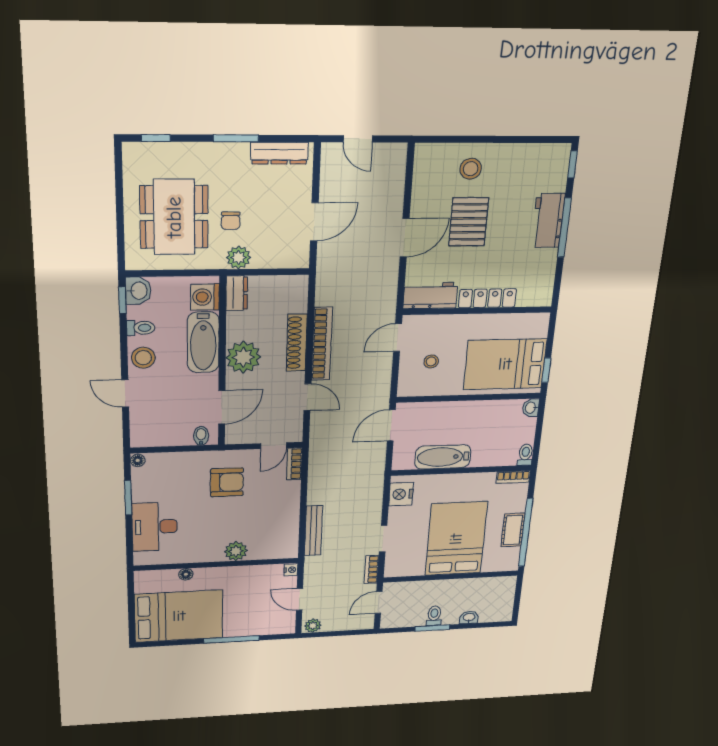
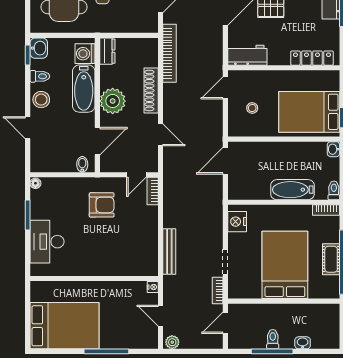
plant: (239, 258) -> (108, 24), removed
locker: (487, 298) -> (312, 58), moved
bookcase: (322, 344) -> (170, 53), moved
bathtub: (443, 457) -> (292, 190), moved
plant: (236, 551) -> (109, 267), removed
floor lamp: (186, 574) -> (70, 286), removed
window: (432, 628) -> (272, 351), width x1.44

